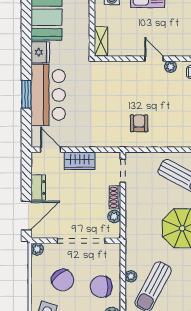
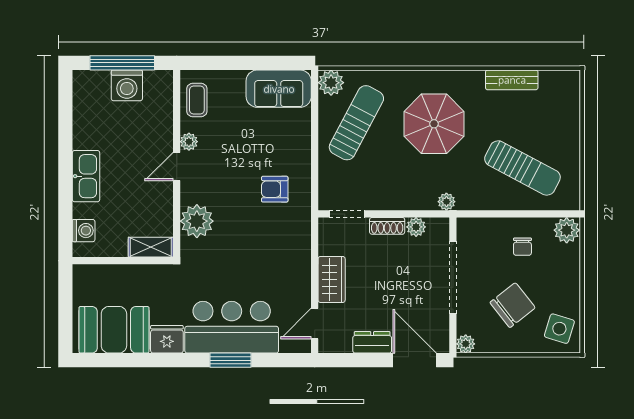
plant: (118, 72) -> (197, 221), added
plant: (131, 276) -> (446, 202), moved
chair: (101, 287) -> (522, 247), width x0.54, depth x0.54

